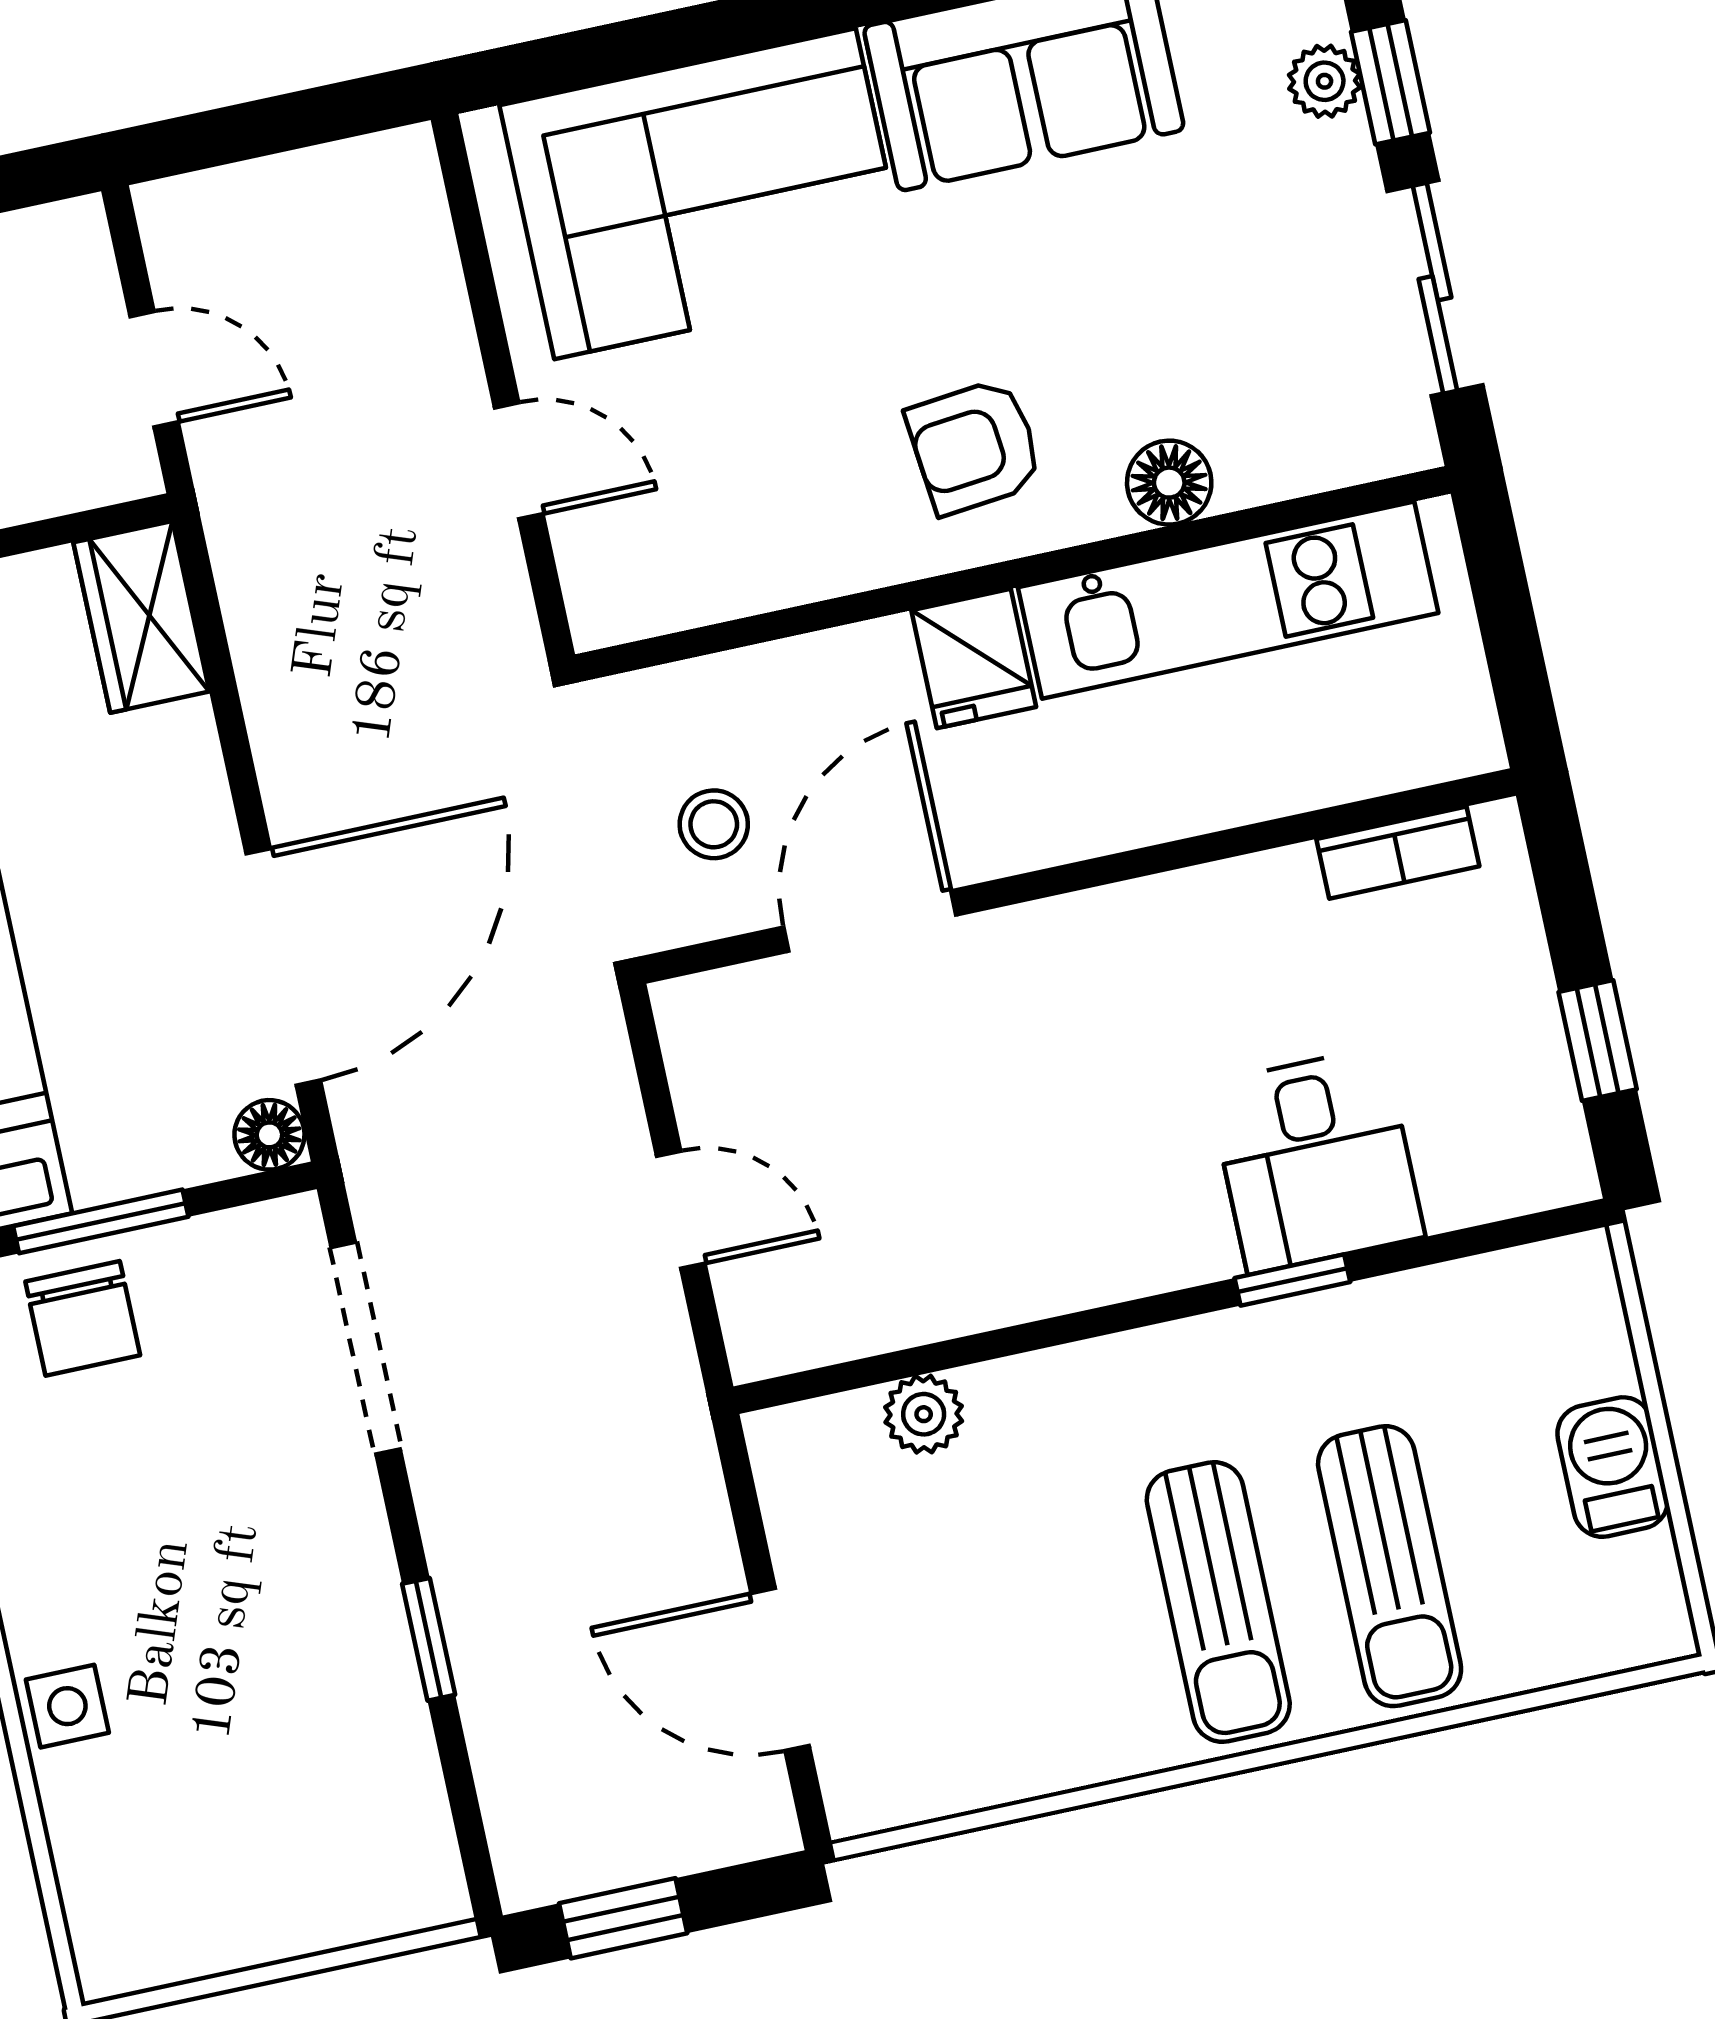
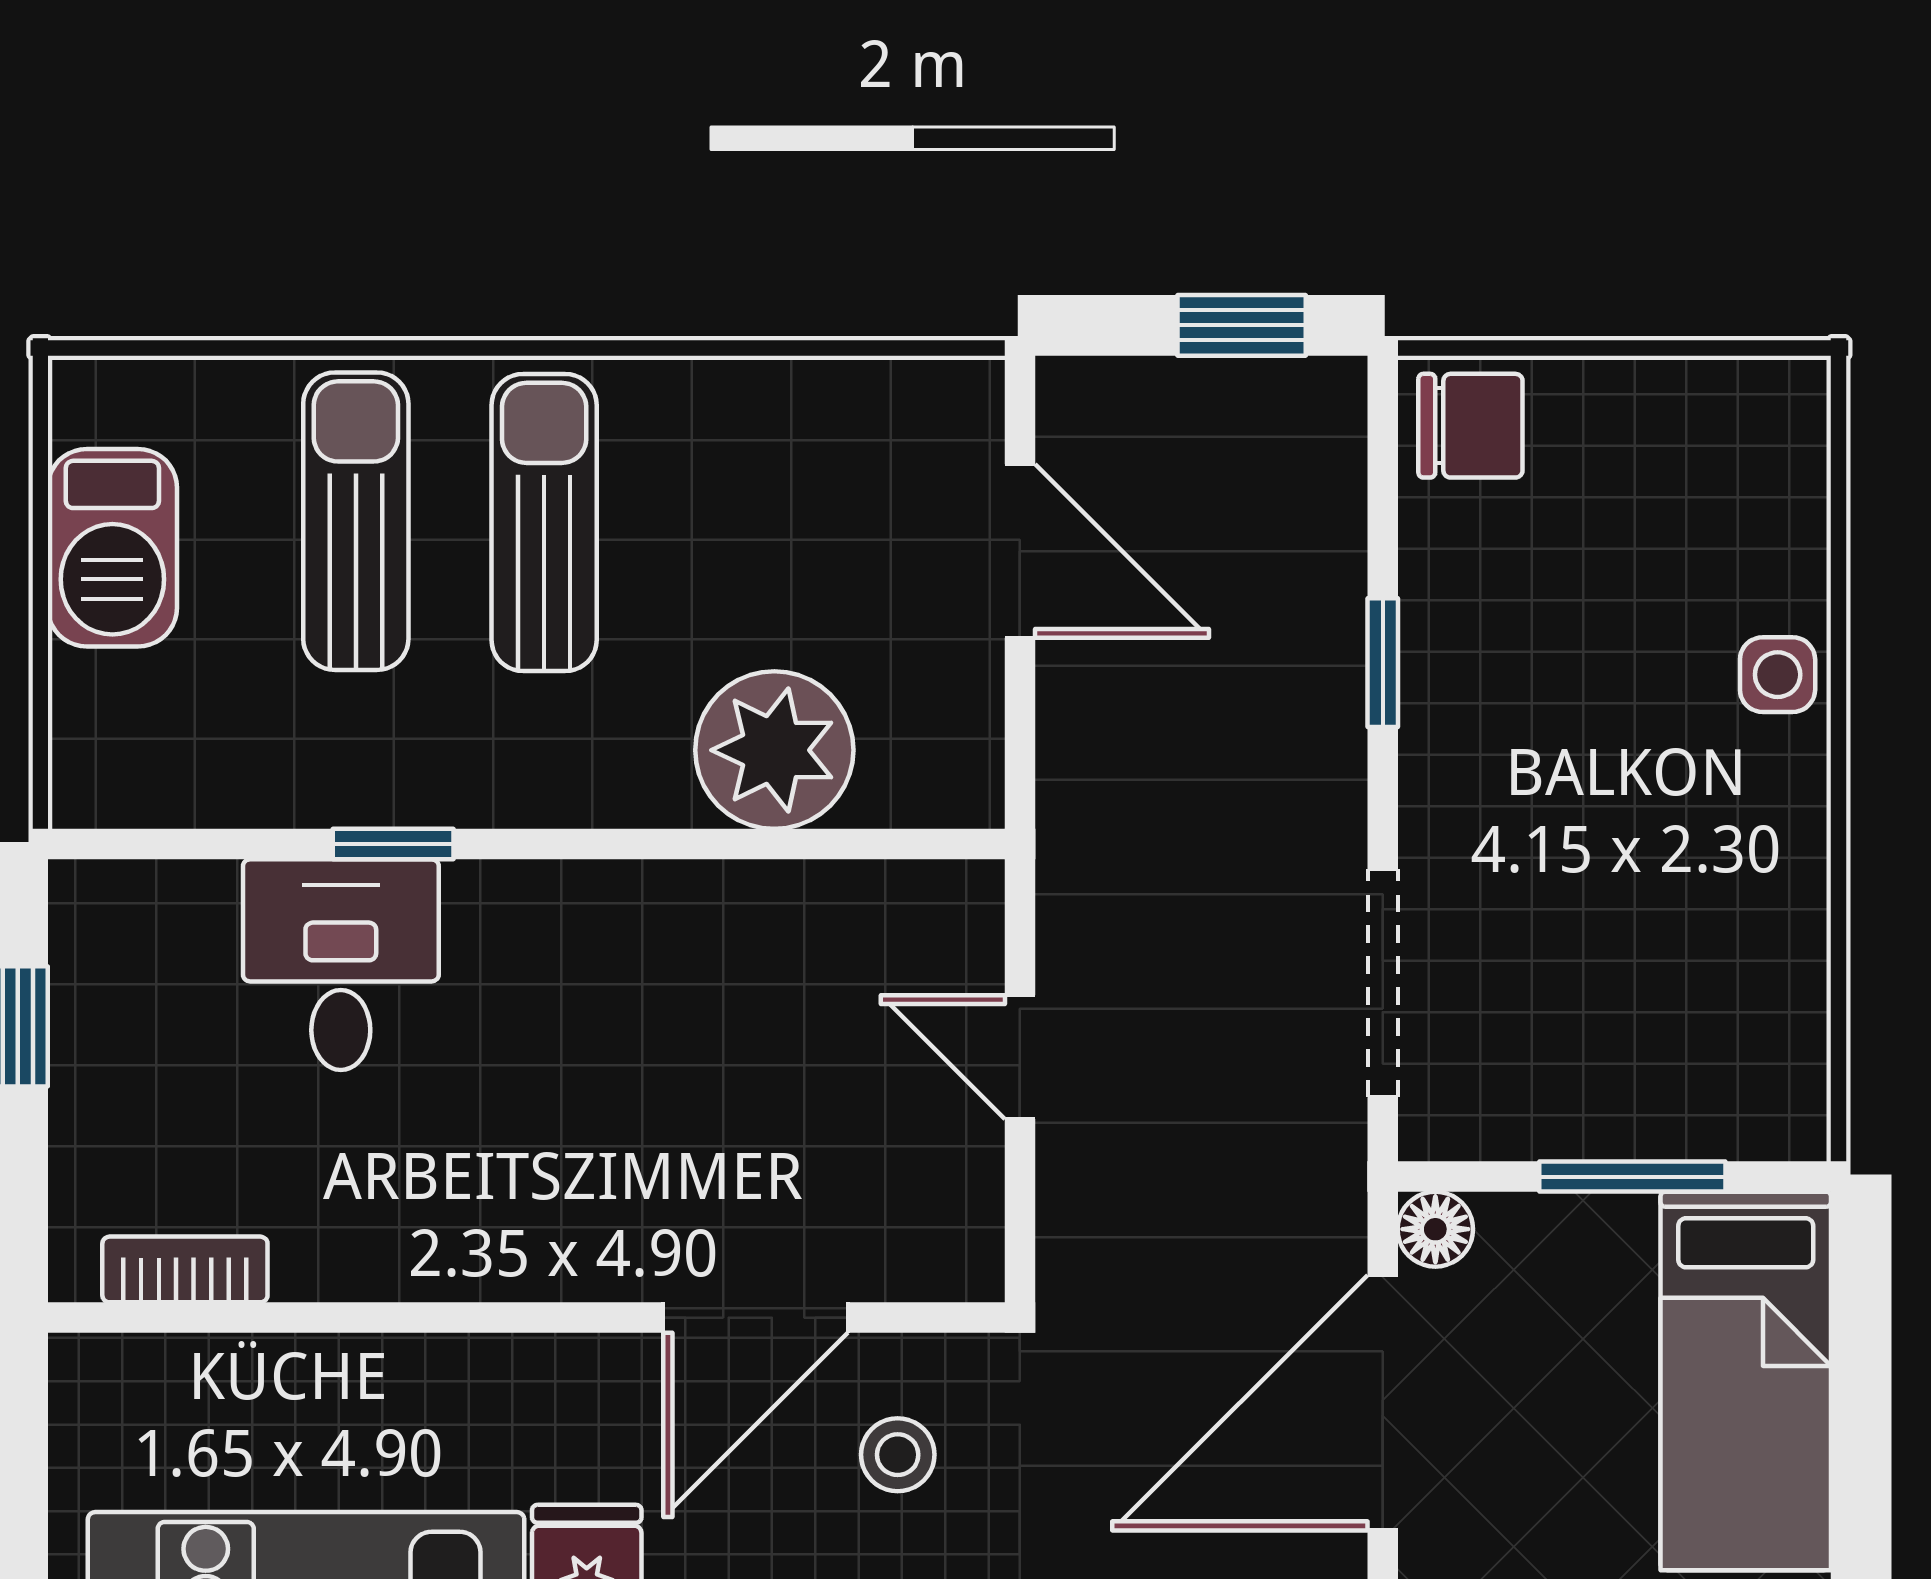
chair: (83, 1318) -> (1470, 426), moved, turned 90
plant: (924, 1414) -> (774, 750), width x1.88, depth x1.88
barbecue: (1613, 1467) -> (112, 548), width x1.38, depth x1.27

